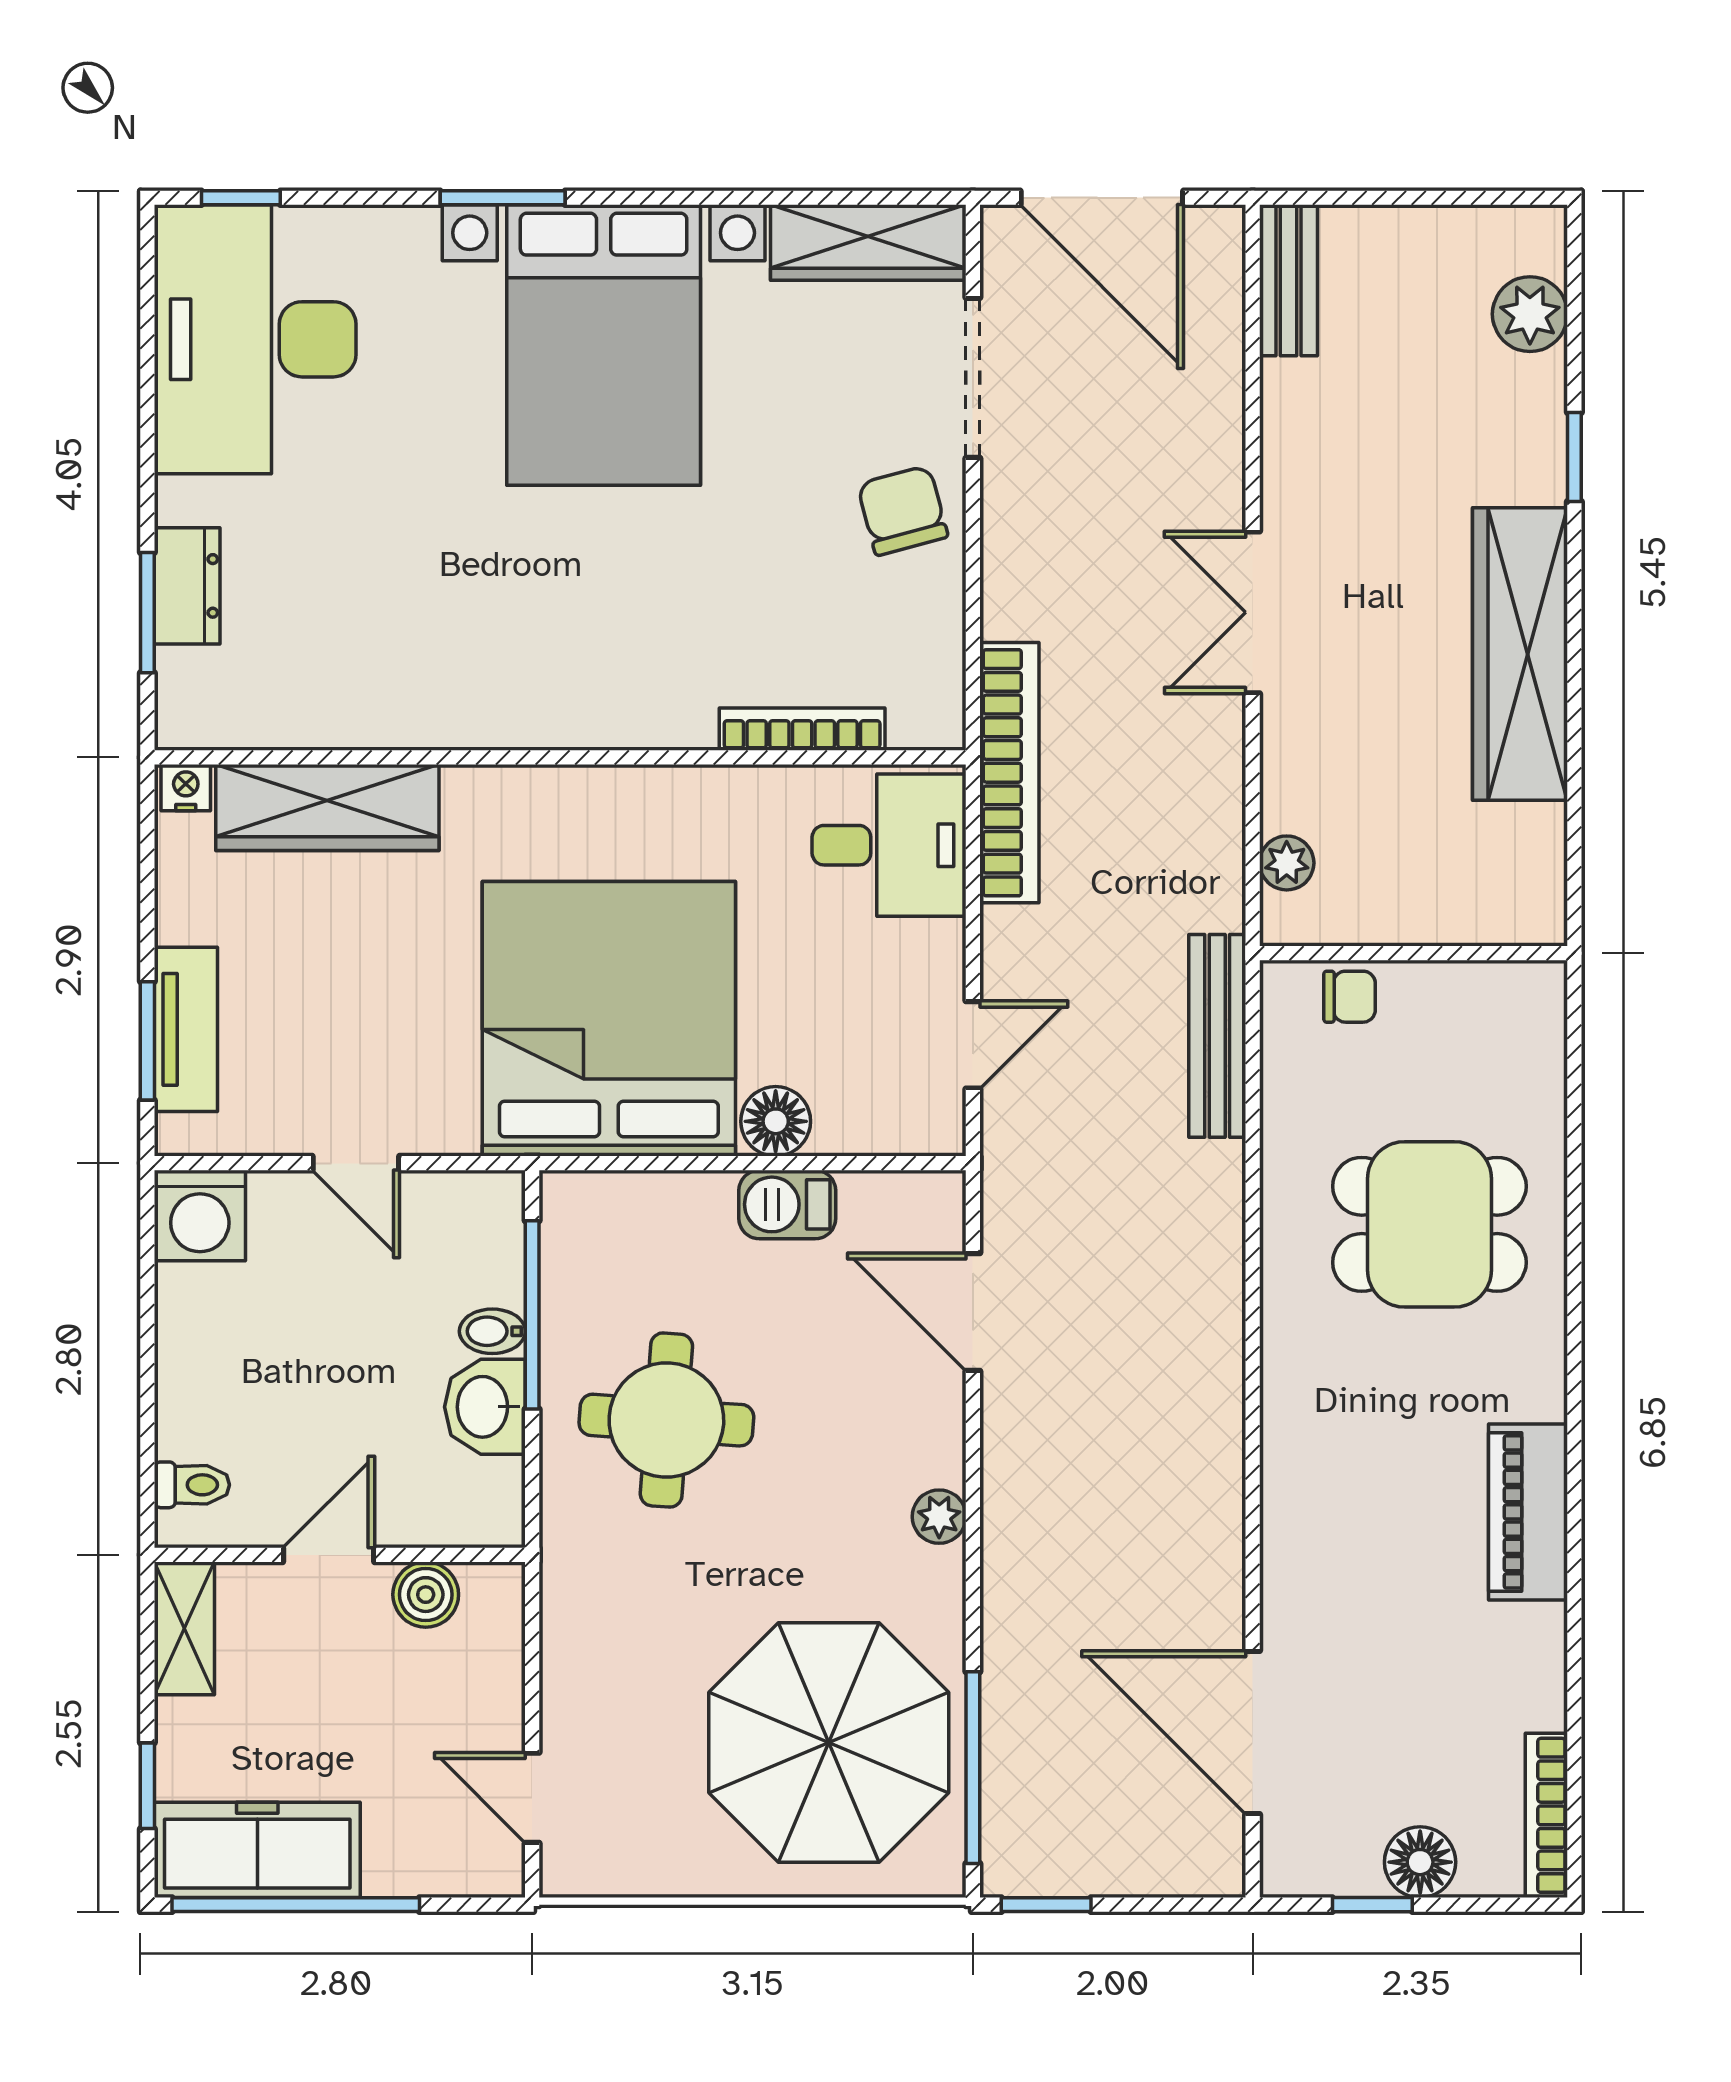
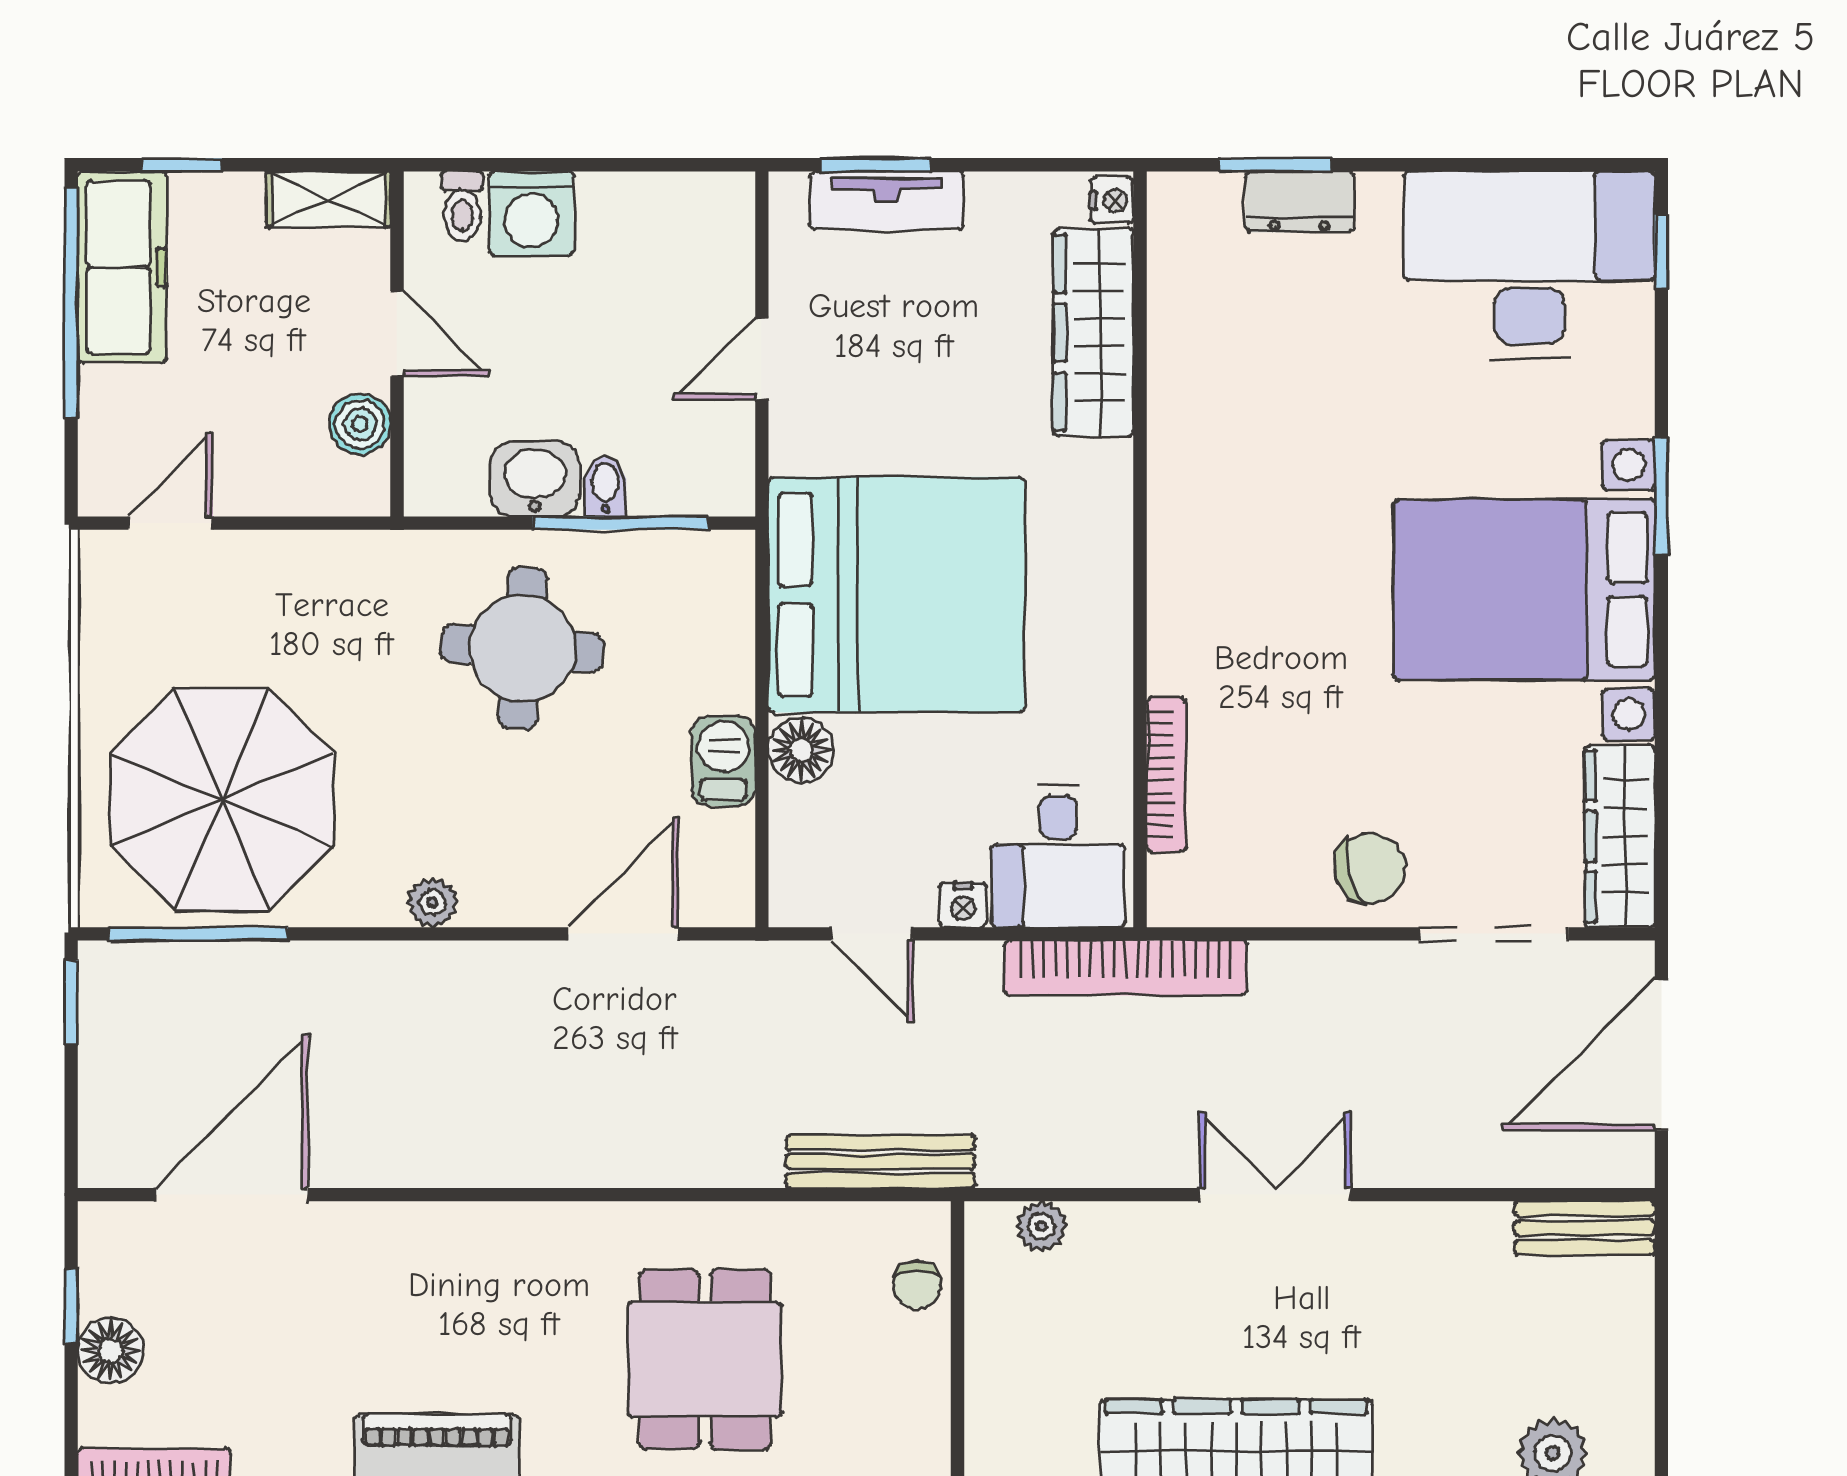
nightstand: (942, 947) -> (963, 905), added
washing machine: (200, 1215) -> (531, 214), moved, turned -90

